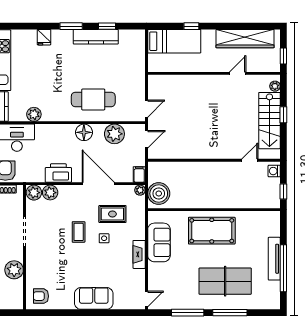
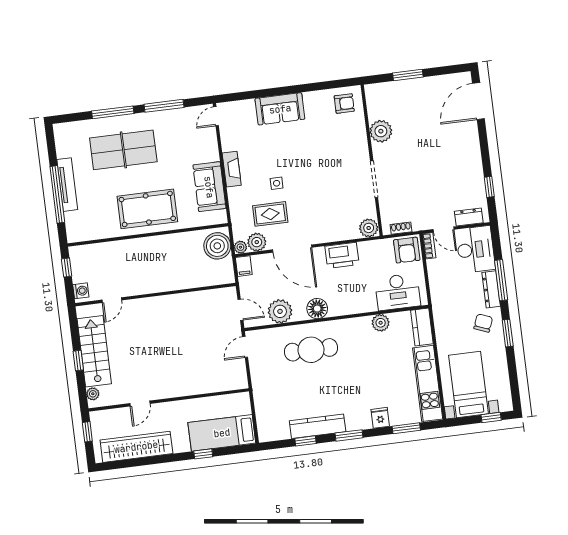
window: (24, 26) -> (406, 428), added
door: (146, 139) -> (240, 310), swing flipped
plant: (50, 193) -> (257, 242), moved
coffee table: (79, 232) -> (309, 187), removed
window: (283, 268) -> (57, 194), moved

